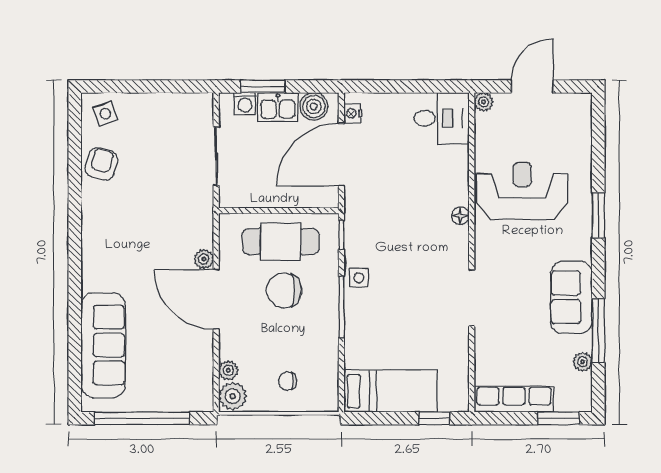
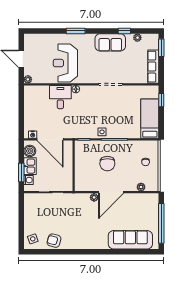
desk: (442, 118) -> (60, 97), moved
cafe table: (281, 242) -> (87, 165), removed
window: (598, 331) -> (124, 31), width x0.46
plant: (233, 396) -> (152, 185), removed

